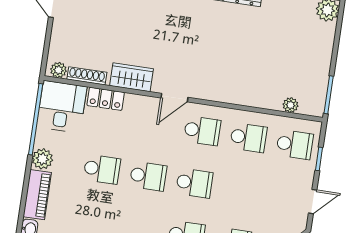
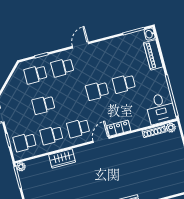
wardrobe: (132, 77) -> (62, 158), moved
locker: (106, 99) -> (119, 128), moved
plant: (290, 105) -> (21, 167), moved
plant: (42, 159) -> (159, 75), removed
school desk: (194, 183) -> (43, 105), moved

